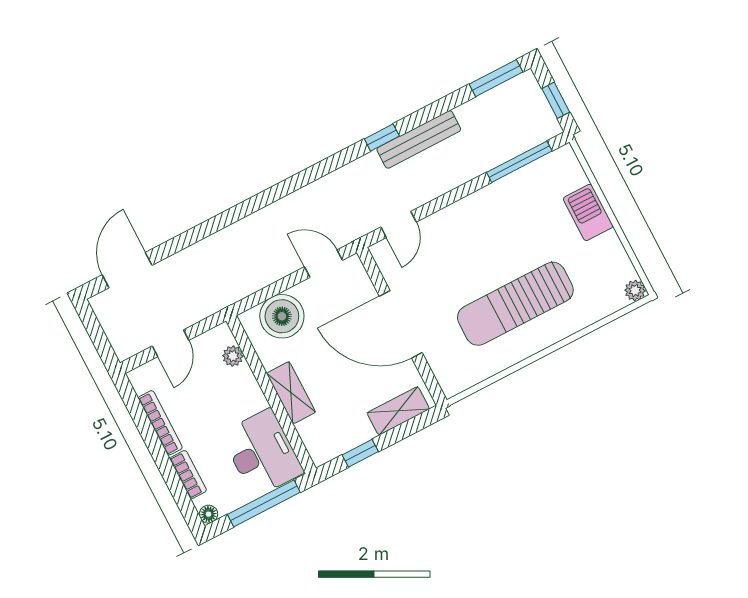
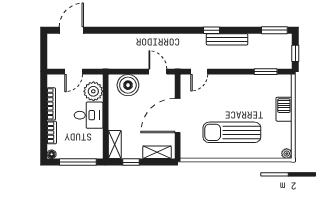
window: (519, 162) -> (266, 72), width x0.69
door: (401, 324) -> (178, 115), hinge flipped
plant: (233, 356) -> (93, 91), width x1.87, depth x1.87
shelving: (291, 393) -> (115, 145), moved
desk: (262, 453) -> (89, 115), moved, width x0.73

